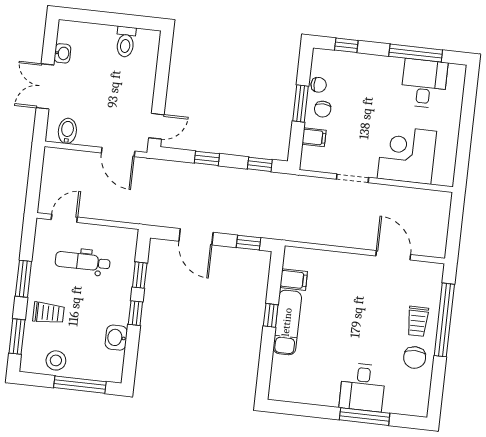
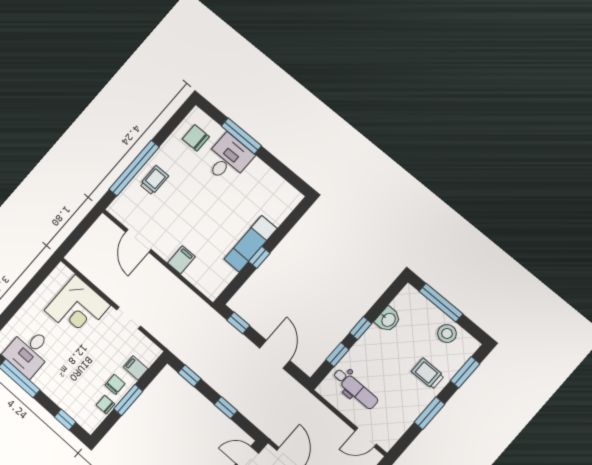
dental chair: (83, 262) -> (355, 389), moved
filing cabinet: (294, 280) -> (181, 260), moved, turned 90
chair: (415, 358) -> (196, 138), moved, turned -90

